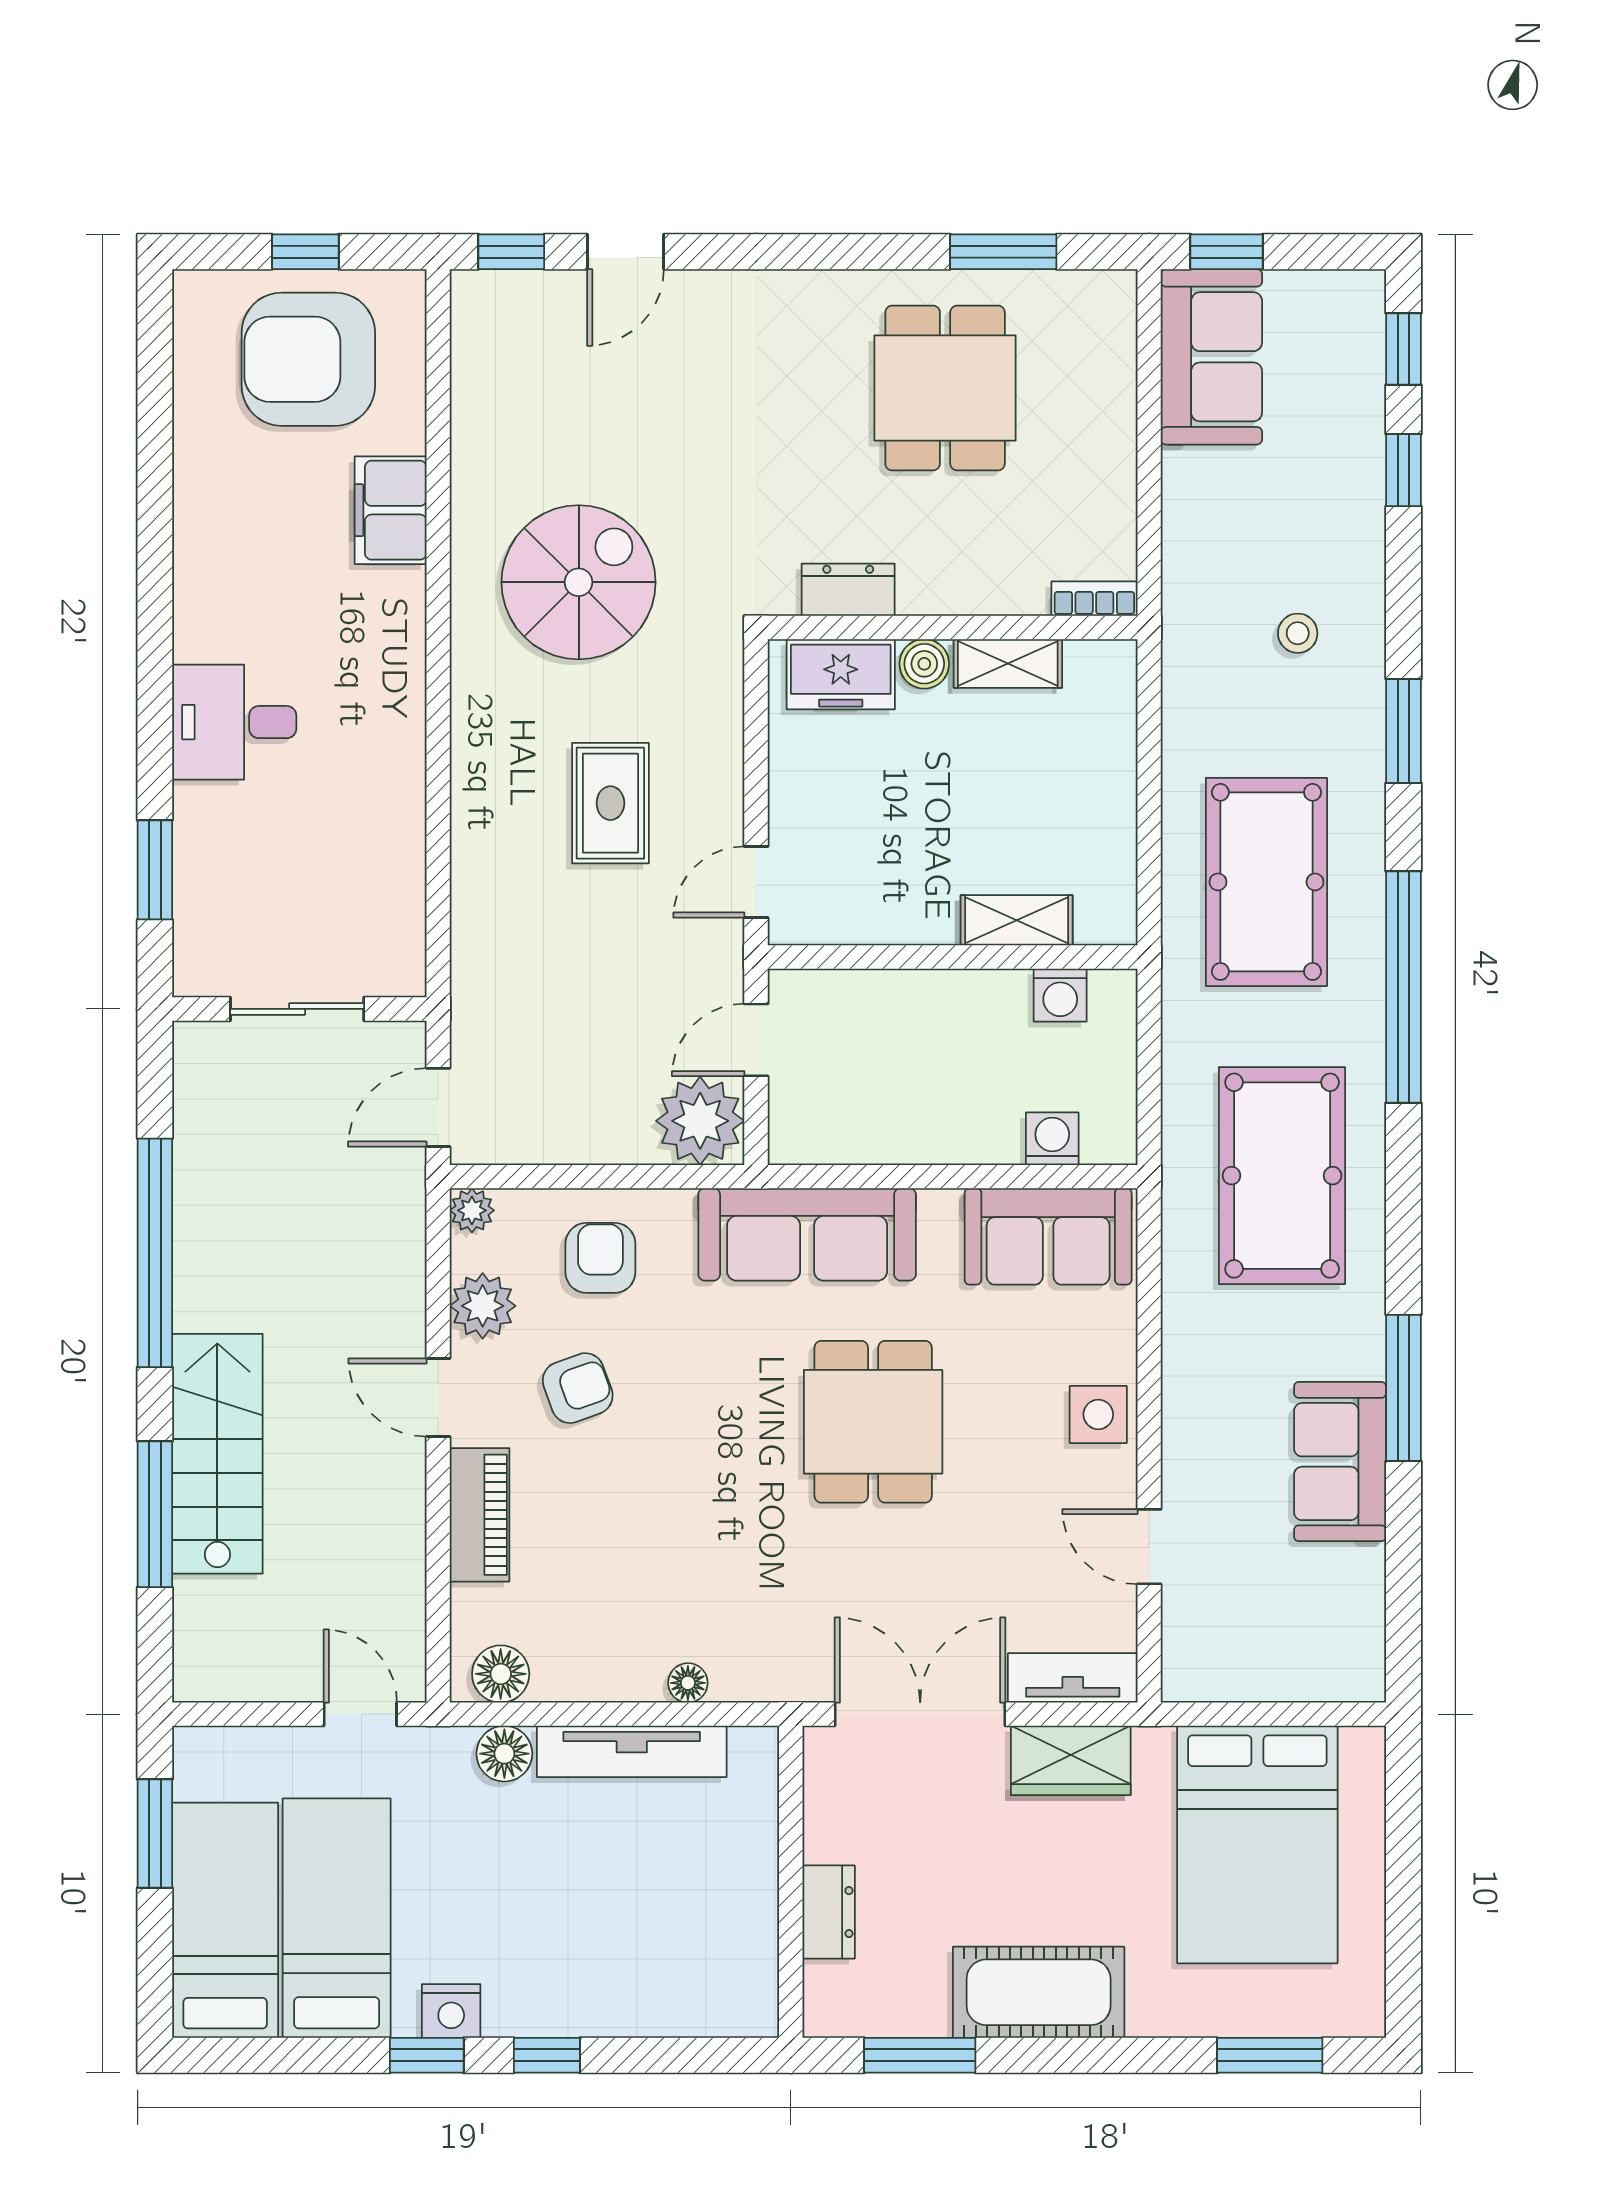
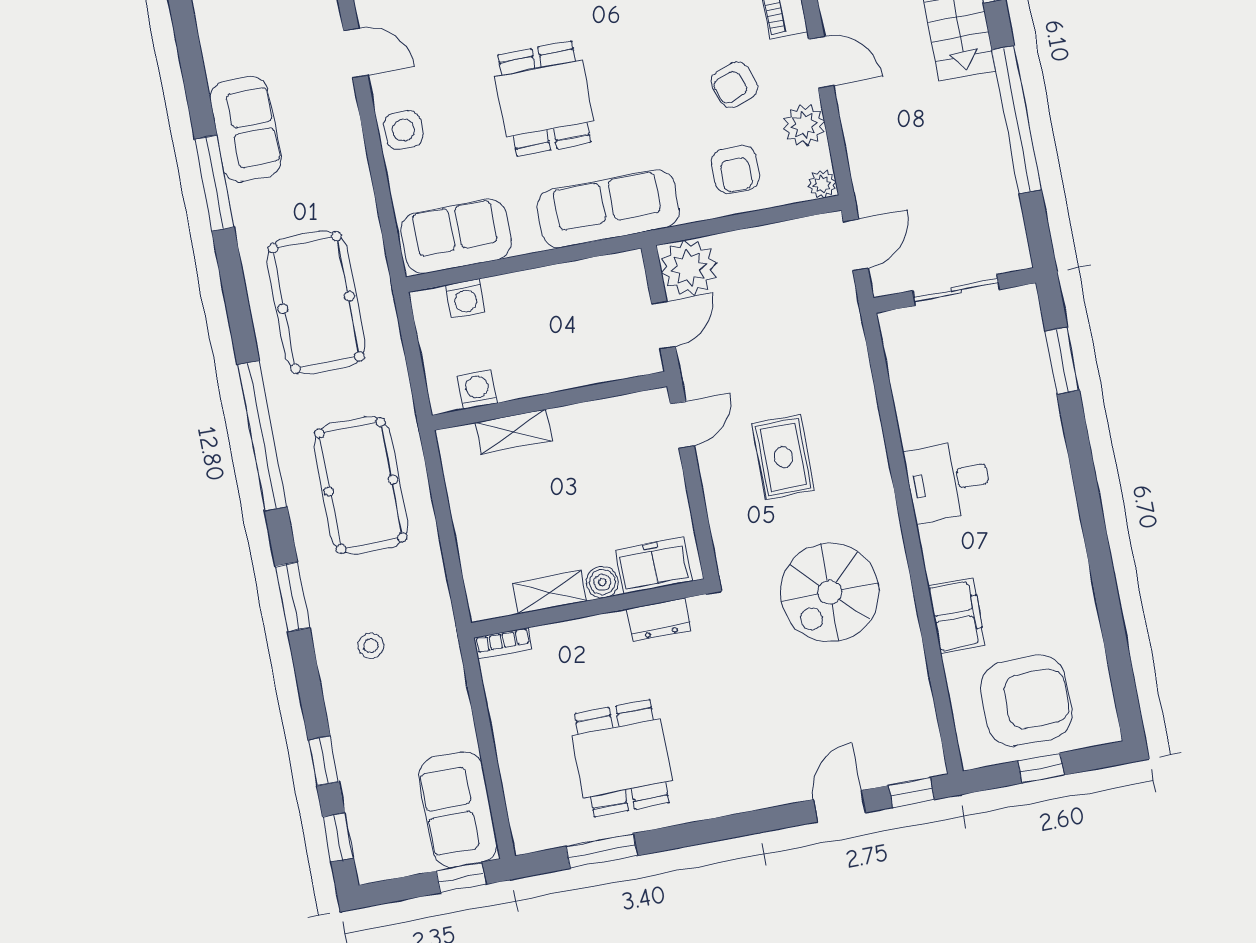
desk: (234, 722) -> (948, 481), moved, turned 180

